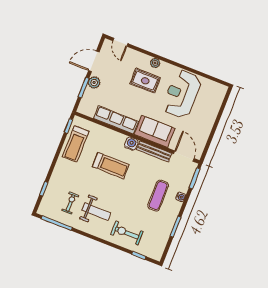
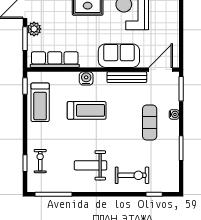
row of seats: (116, 120) -> (55, 60), moved
water cooler: (131, 144) -> (86, 78), moved
door: (184, 156) -> (161, 70), hinge flipped
exercise bike: (70, 203) -> (40, 161), moved
weight bench: (96, 211) -> (91, 165), turned 180
exercise bike: (127, 233) -> (132, 175), turned 180

